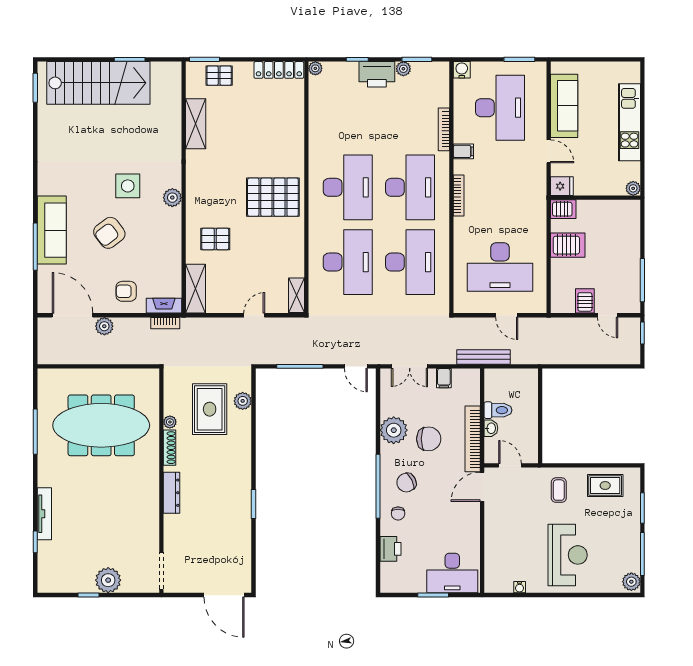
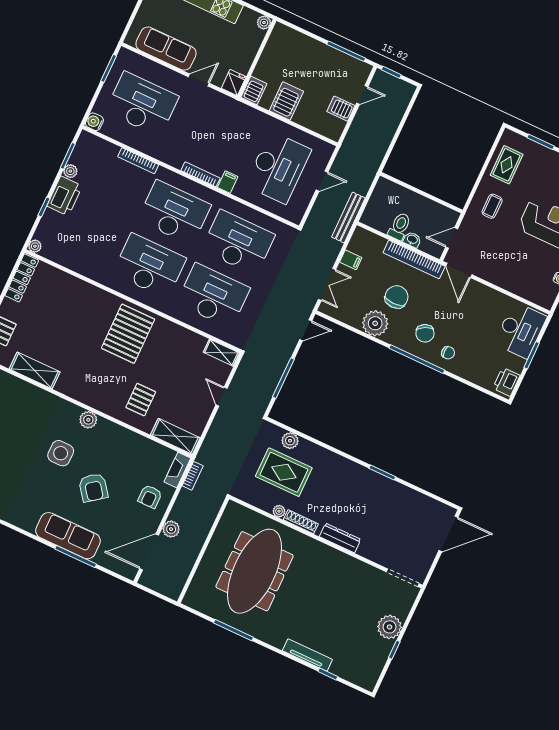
filing cabinet: (463, 151) -> (228, 182), moved
coffee table: (559, 490) -> (492, 206), turned 90
printer: (390, 549) -> (506, 382), moved, turned -90

